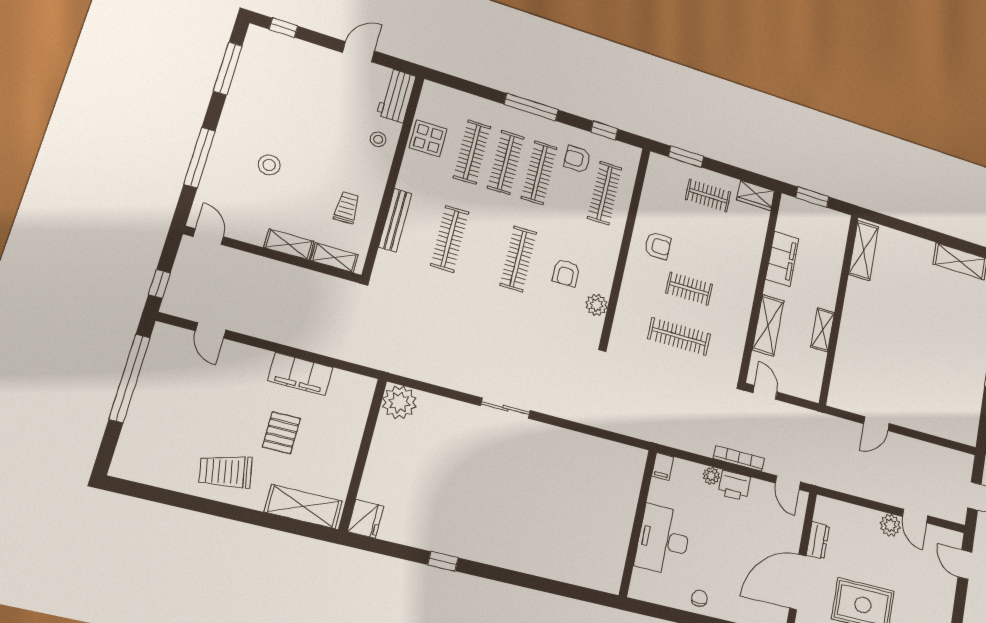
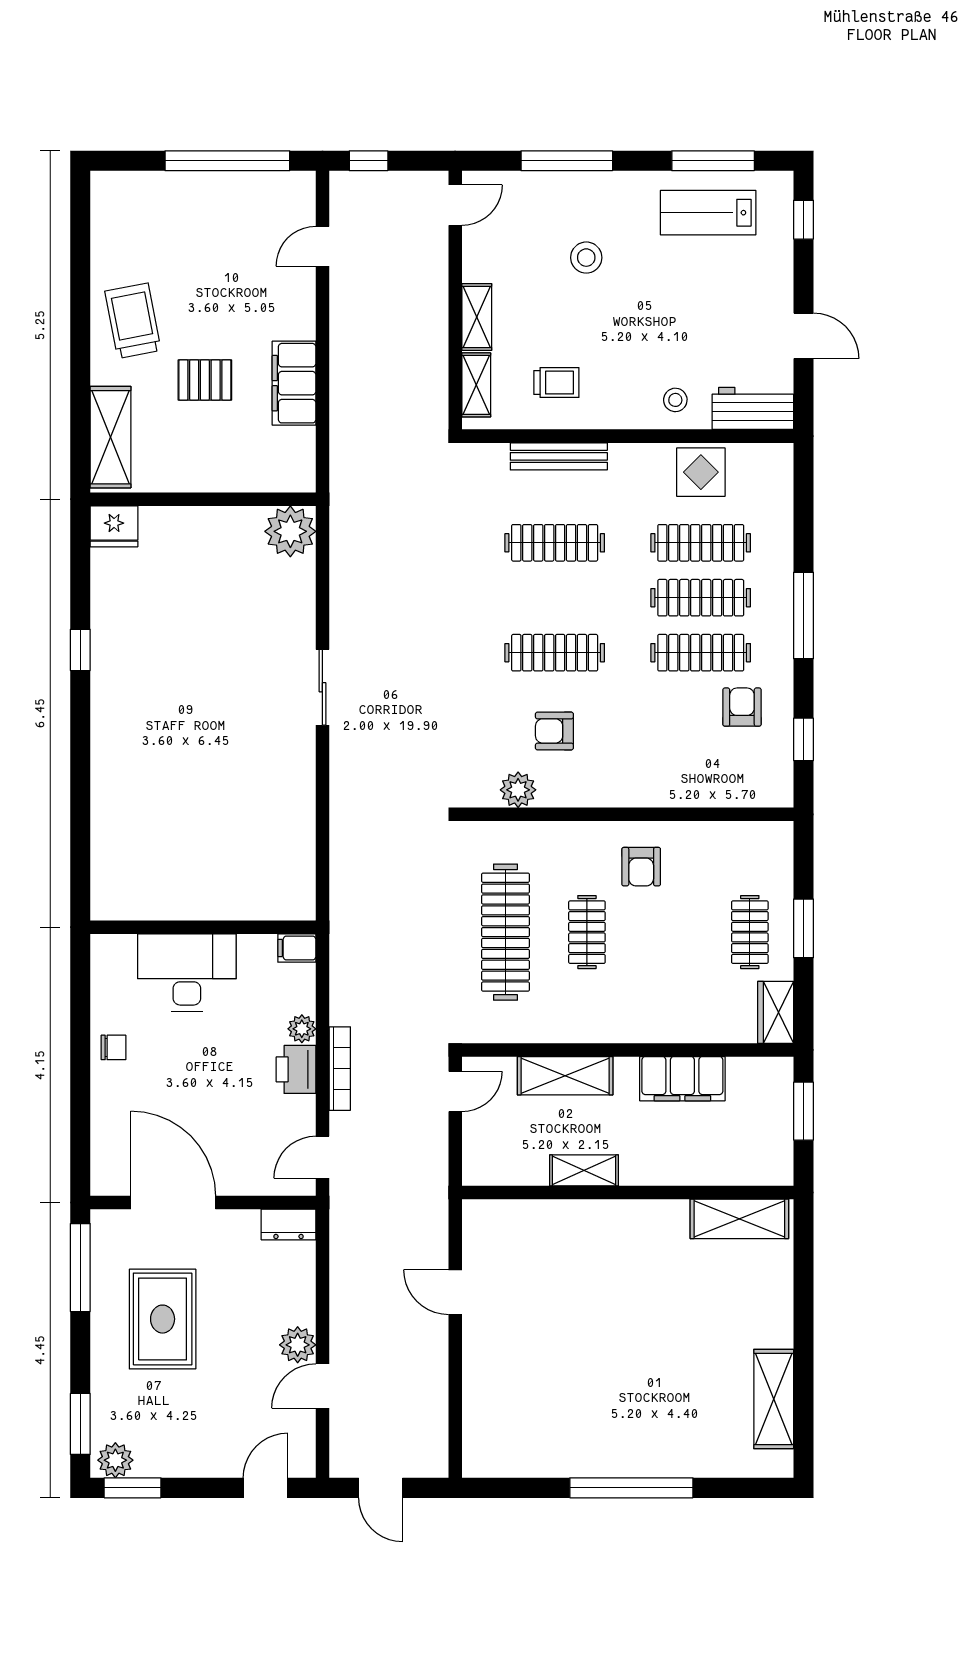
lab bench: (262, 82) -> (708, 213), added
window: (686, 157) -> (804, 928), moved
clothes rail: (605, 193) -> (701, 763), removed
clothes rail: (679, 337) -> (505, 932), width x1.37, depth x1.31
dresser: (818, 540) -> (289, 1224), moved

